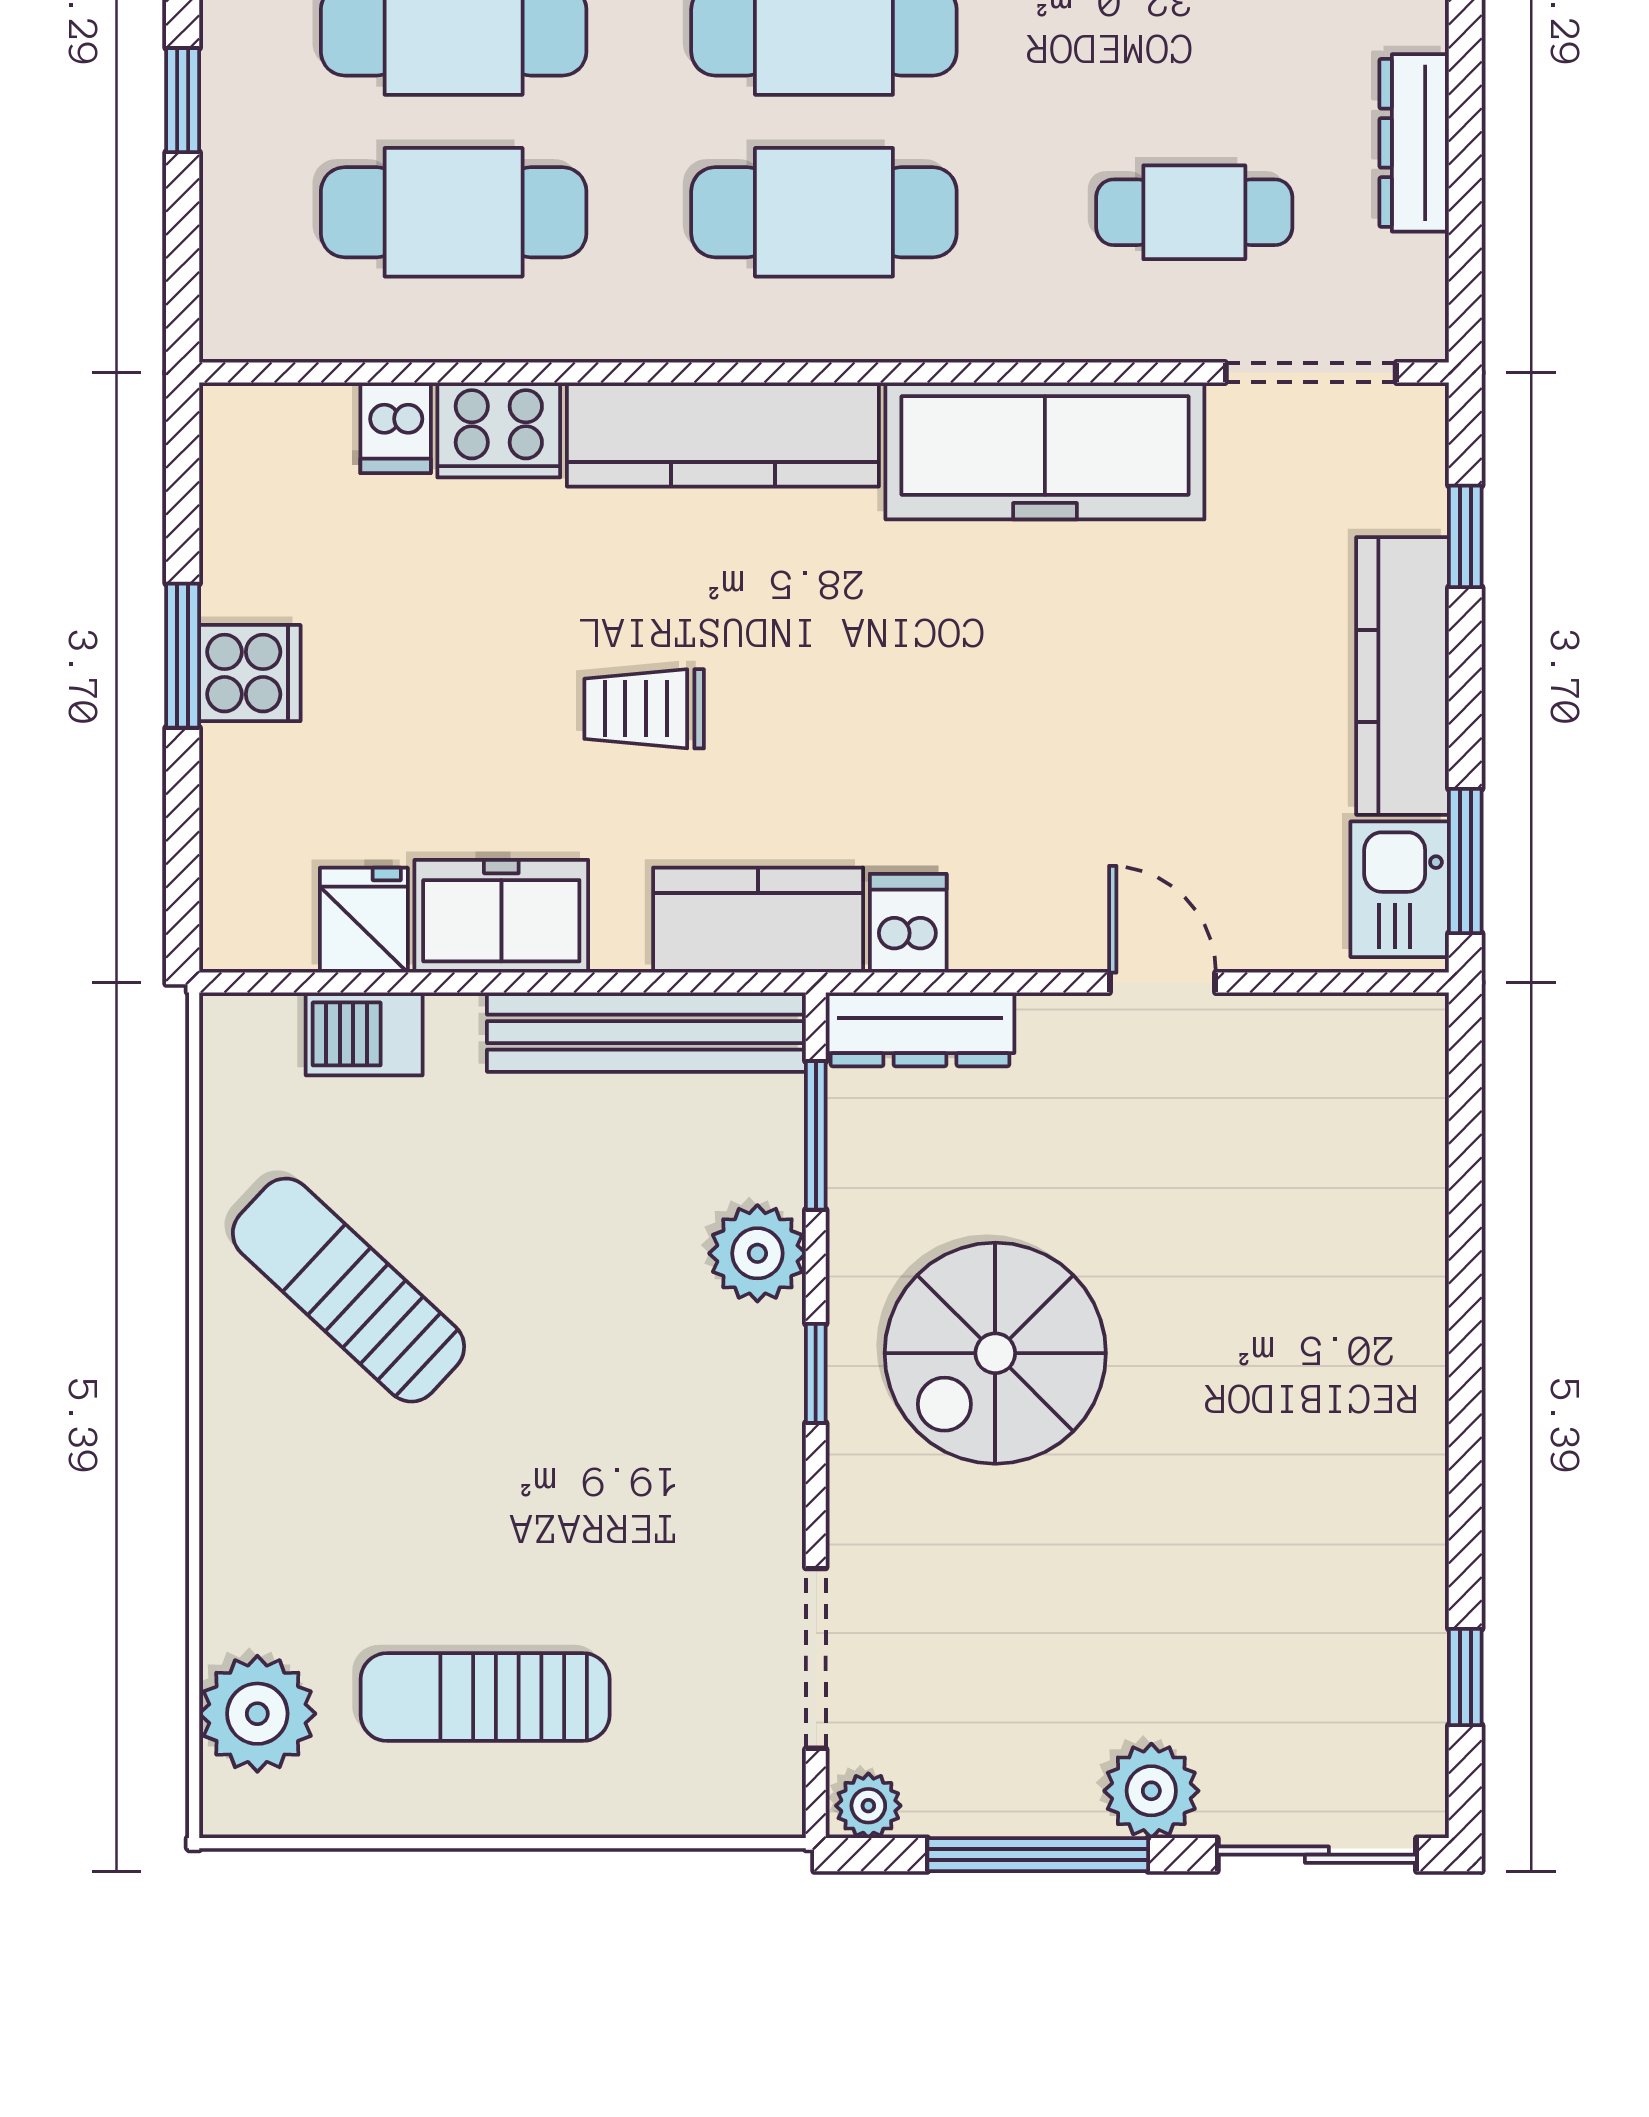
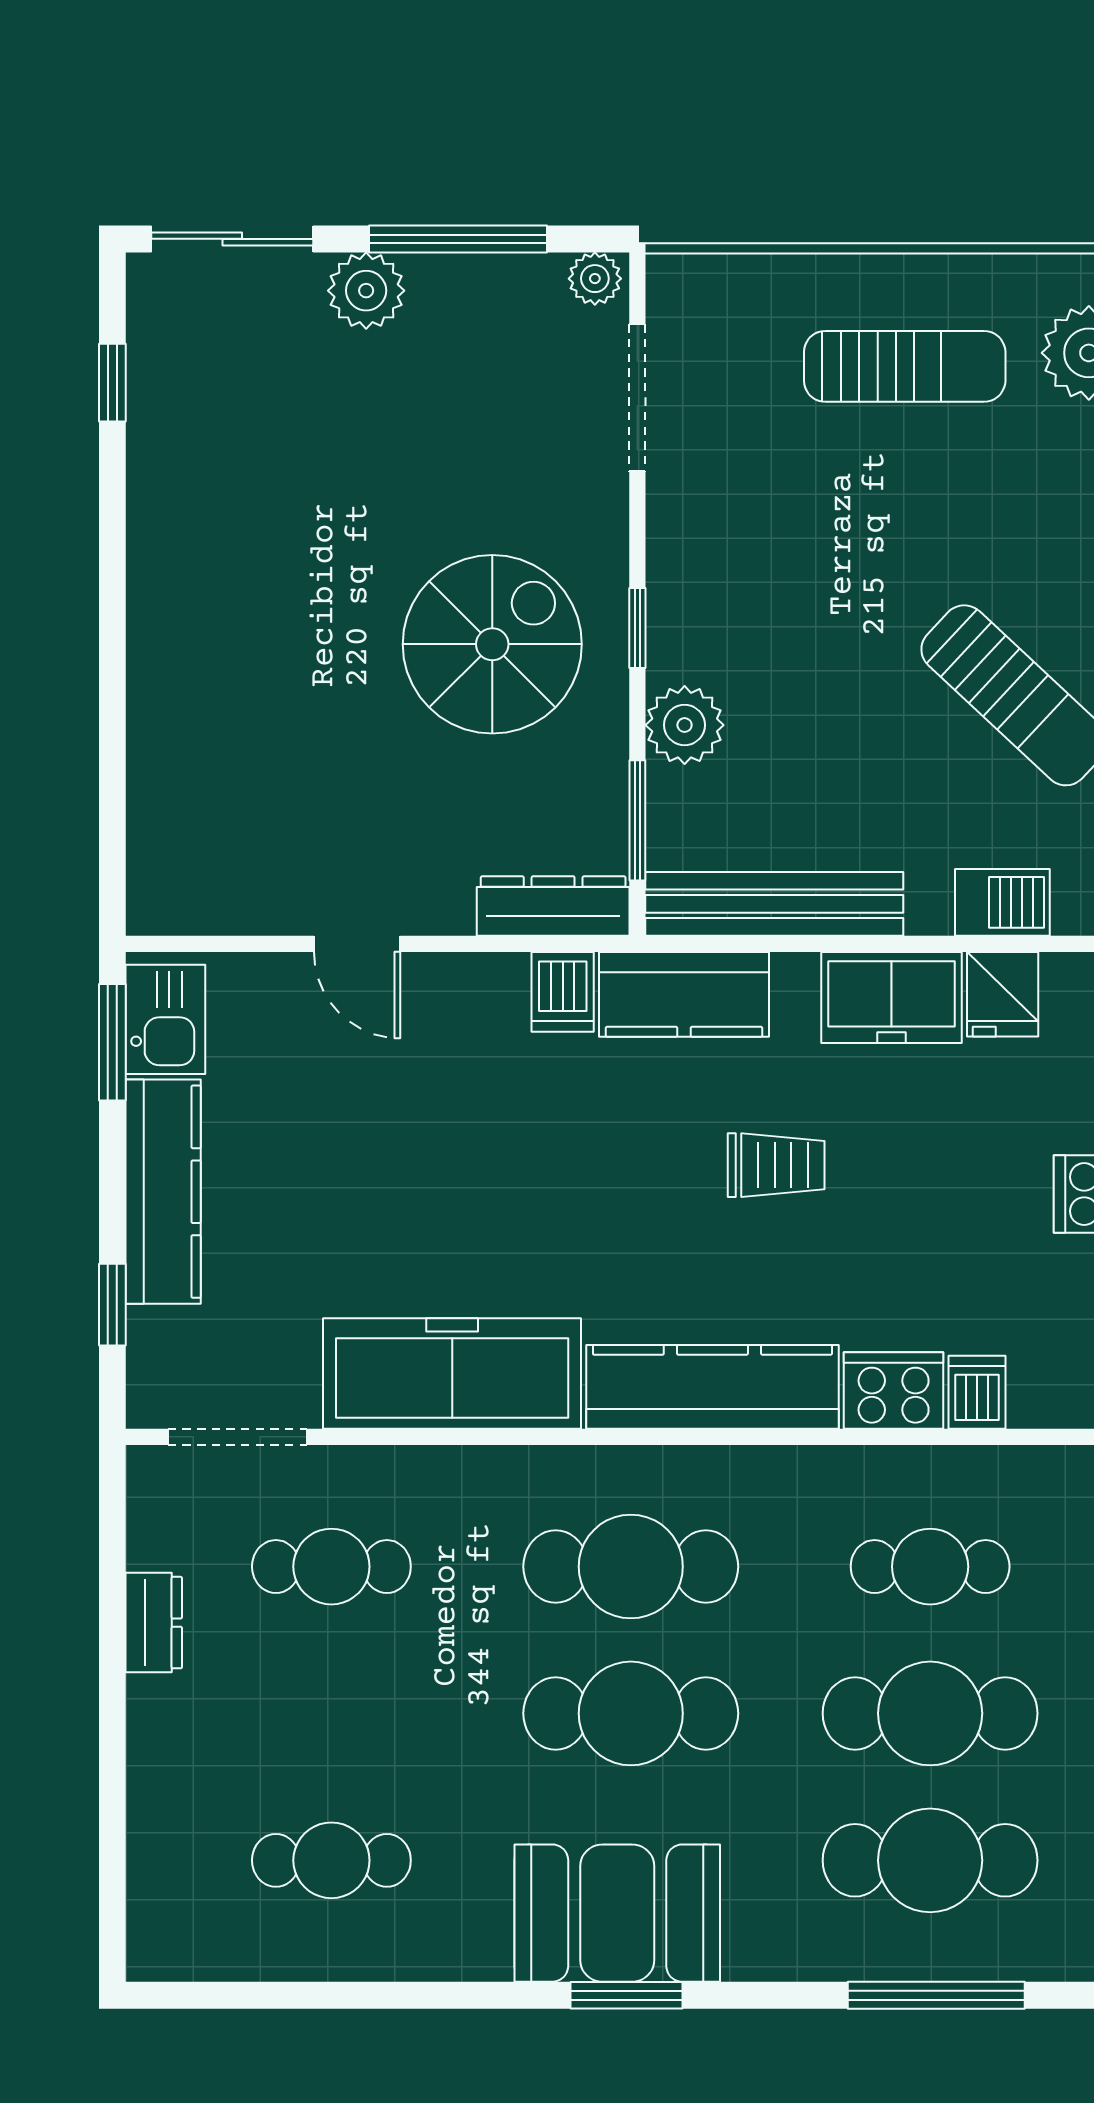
dresser: (1414, 143) -> (154, 1623), width x0.70
cafe table: (454, 212) -> (930, 1567), width x0.73, depth x0.74

